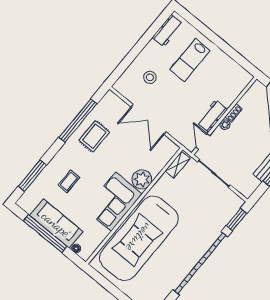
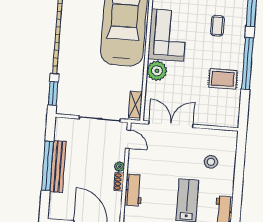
workbench: (212, 116) -> (134, 190), moved
double door: (149, 119) -> (171, 124), moved
window: (78, 121) -> (247, 64), moved
rug: (94, 136) -> (223, 79), turned 90

